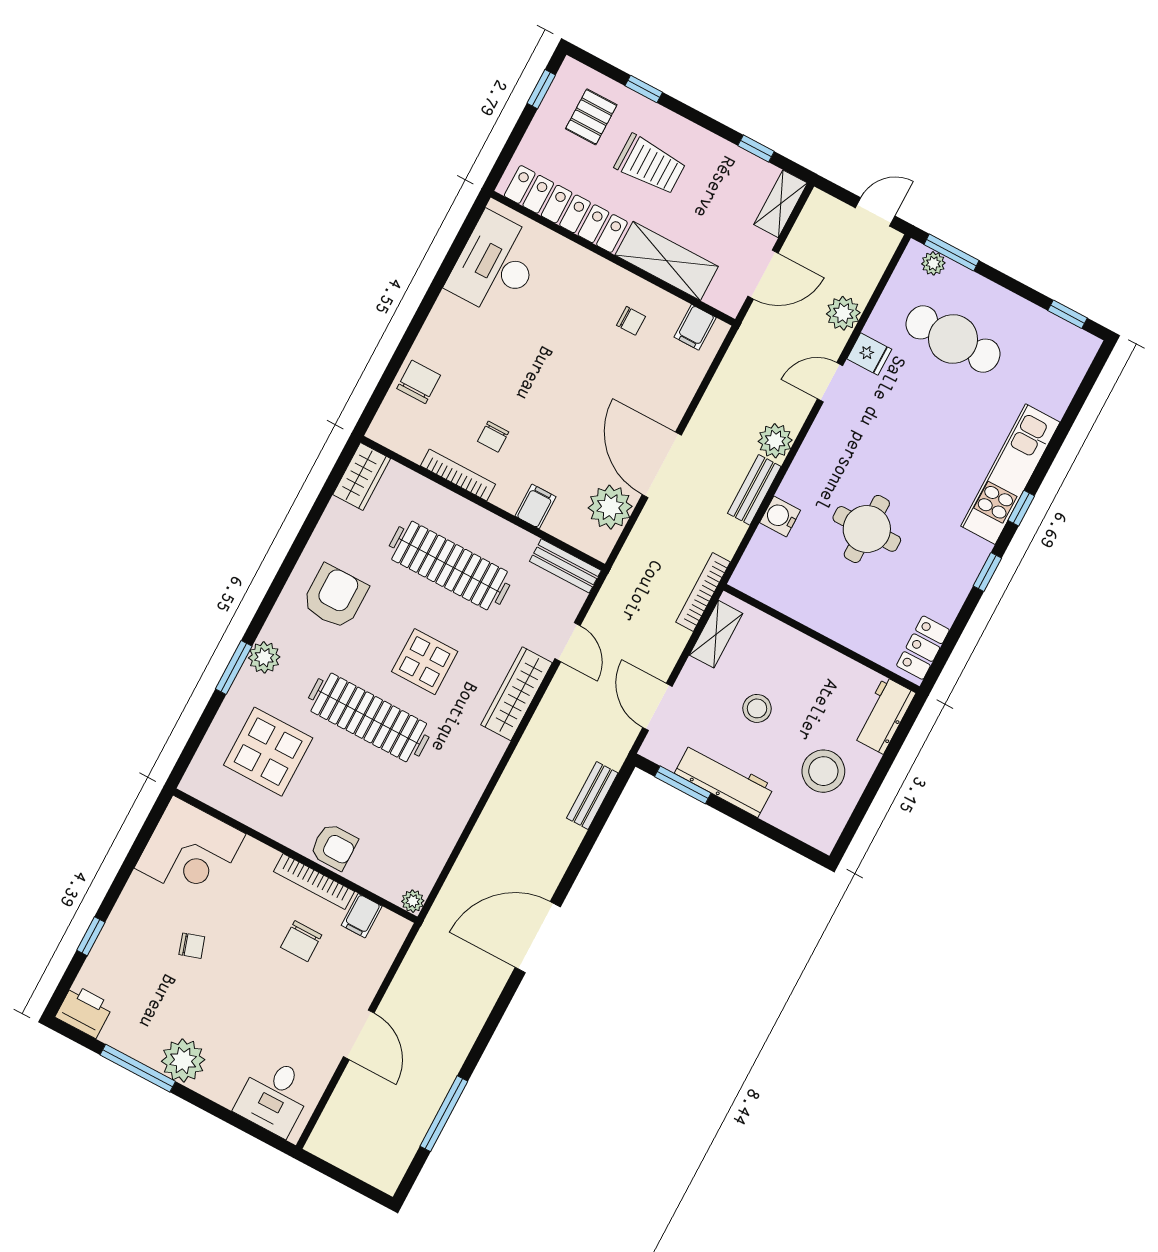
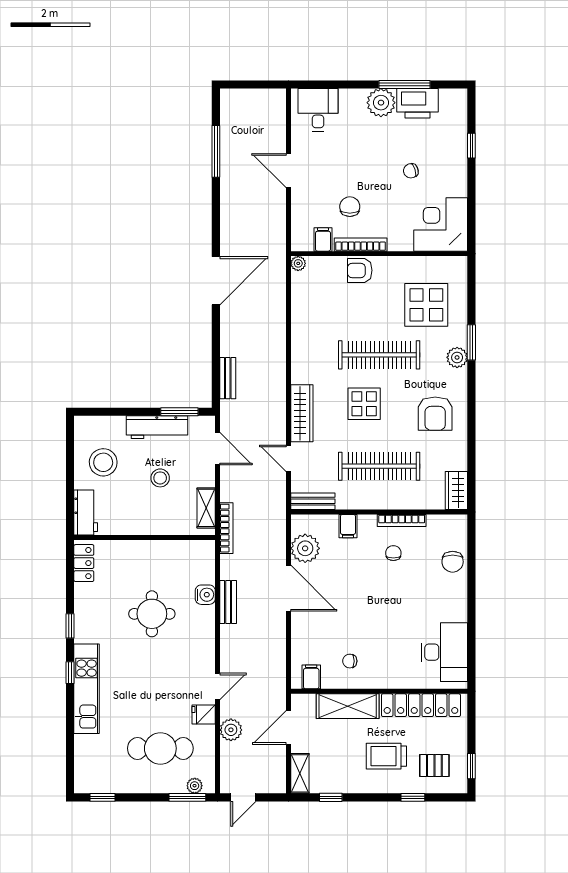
pallet: (591, 117) -> (434, 766), turned 90
plant: (775, 441) -> (231, 636), removed
printer: (84, 1011) -> (417, 103), moved, width x1.37, depth x1.19

